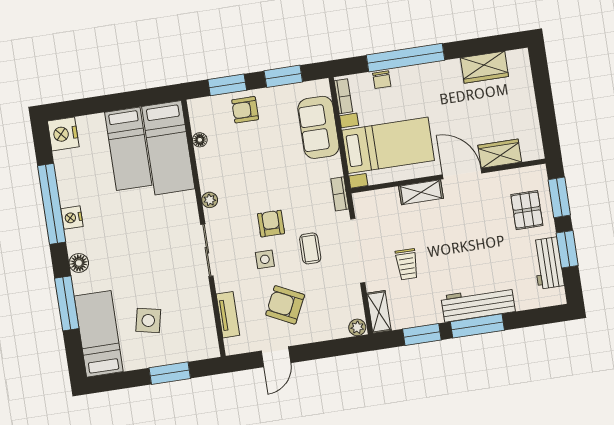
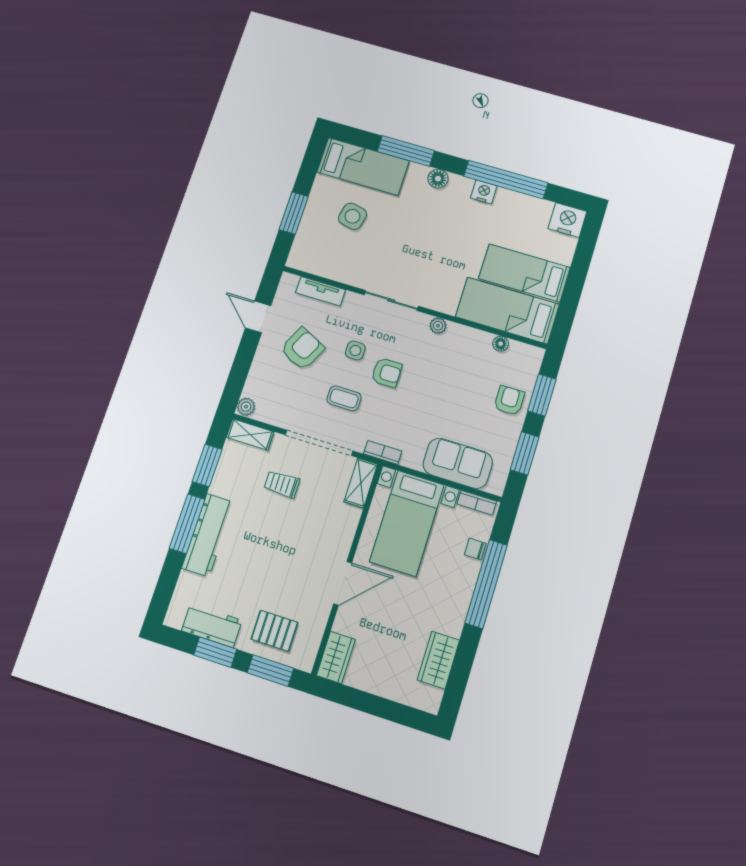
wardrobe: (500, 154) -> (336, 657), moved
shelving: (421, 192) -> (361, 483), moved

